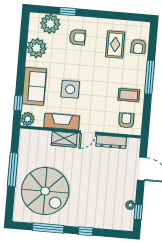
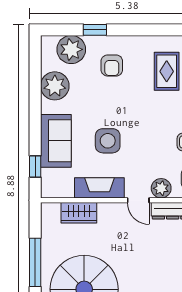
armchair: (77, 37) -> (112, 65), turned 90
plant: (28, 119) -> (161, 188), moved
door: (88, 132) -> (138, 200), hinge flipped
wardrobe: (64, 139) -> (79, 213), moved

